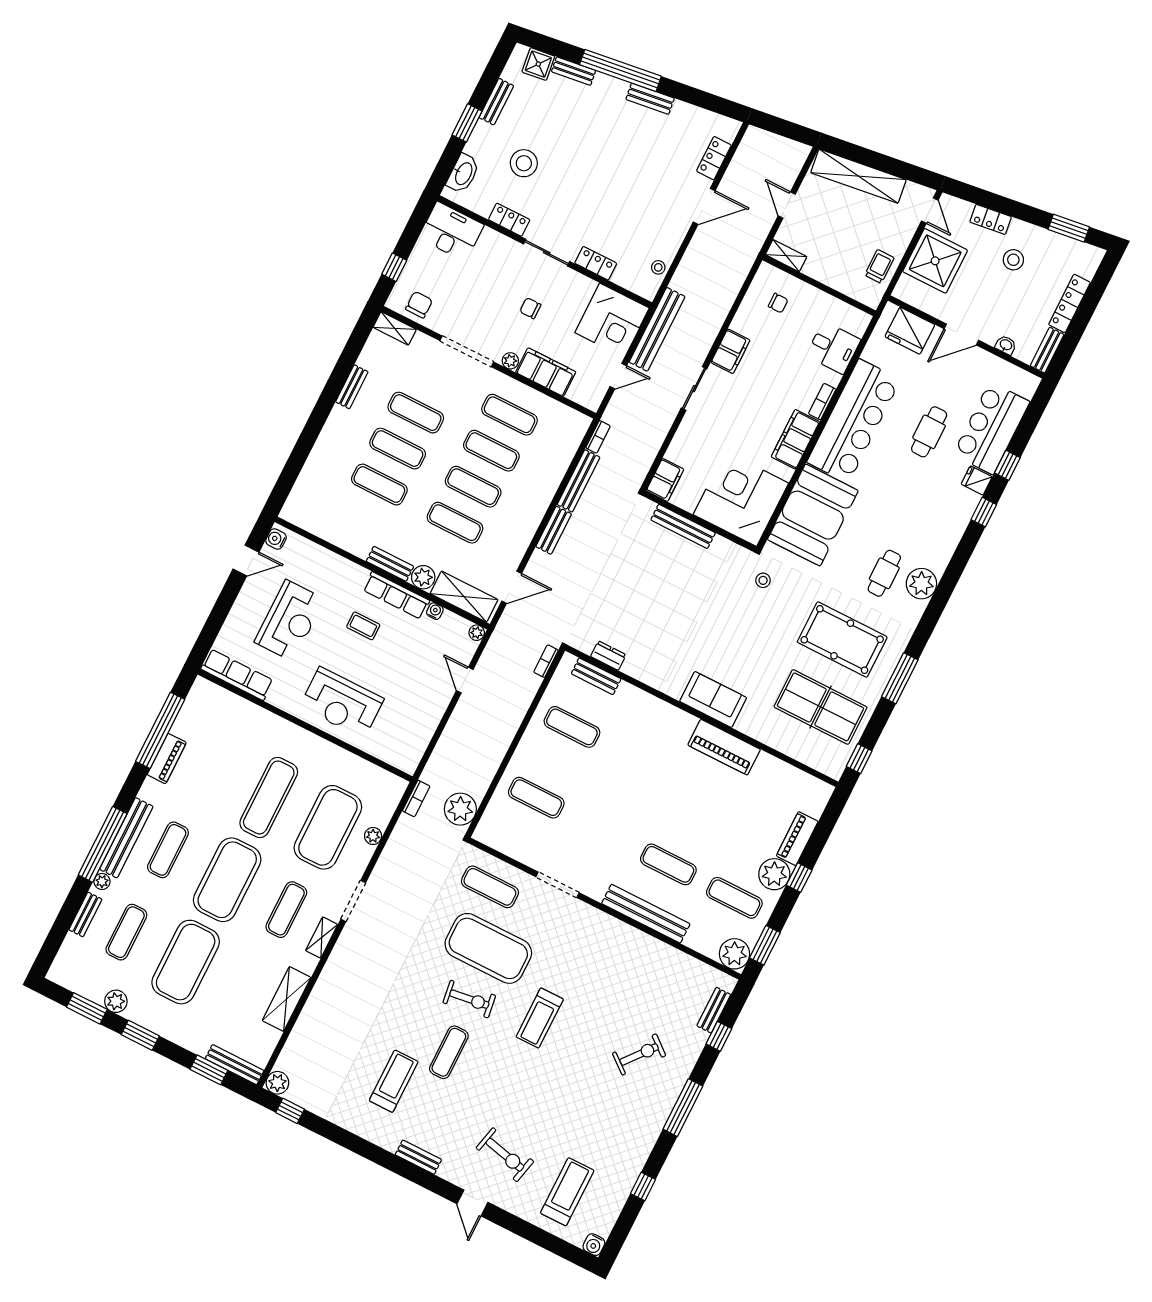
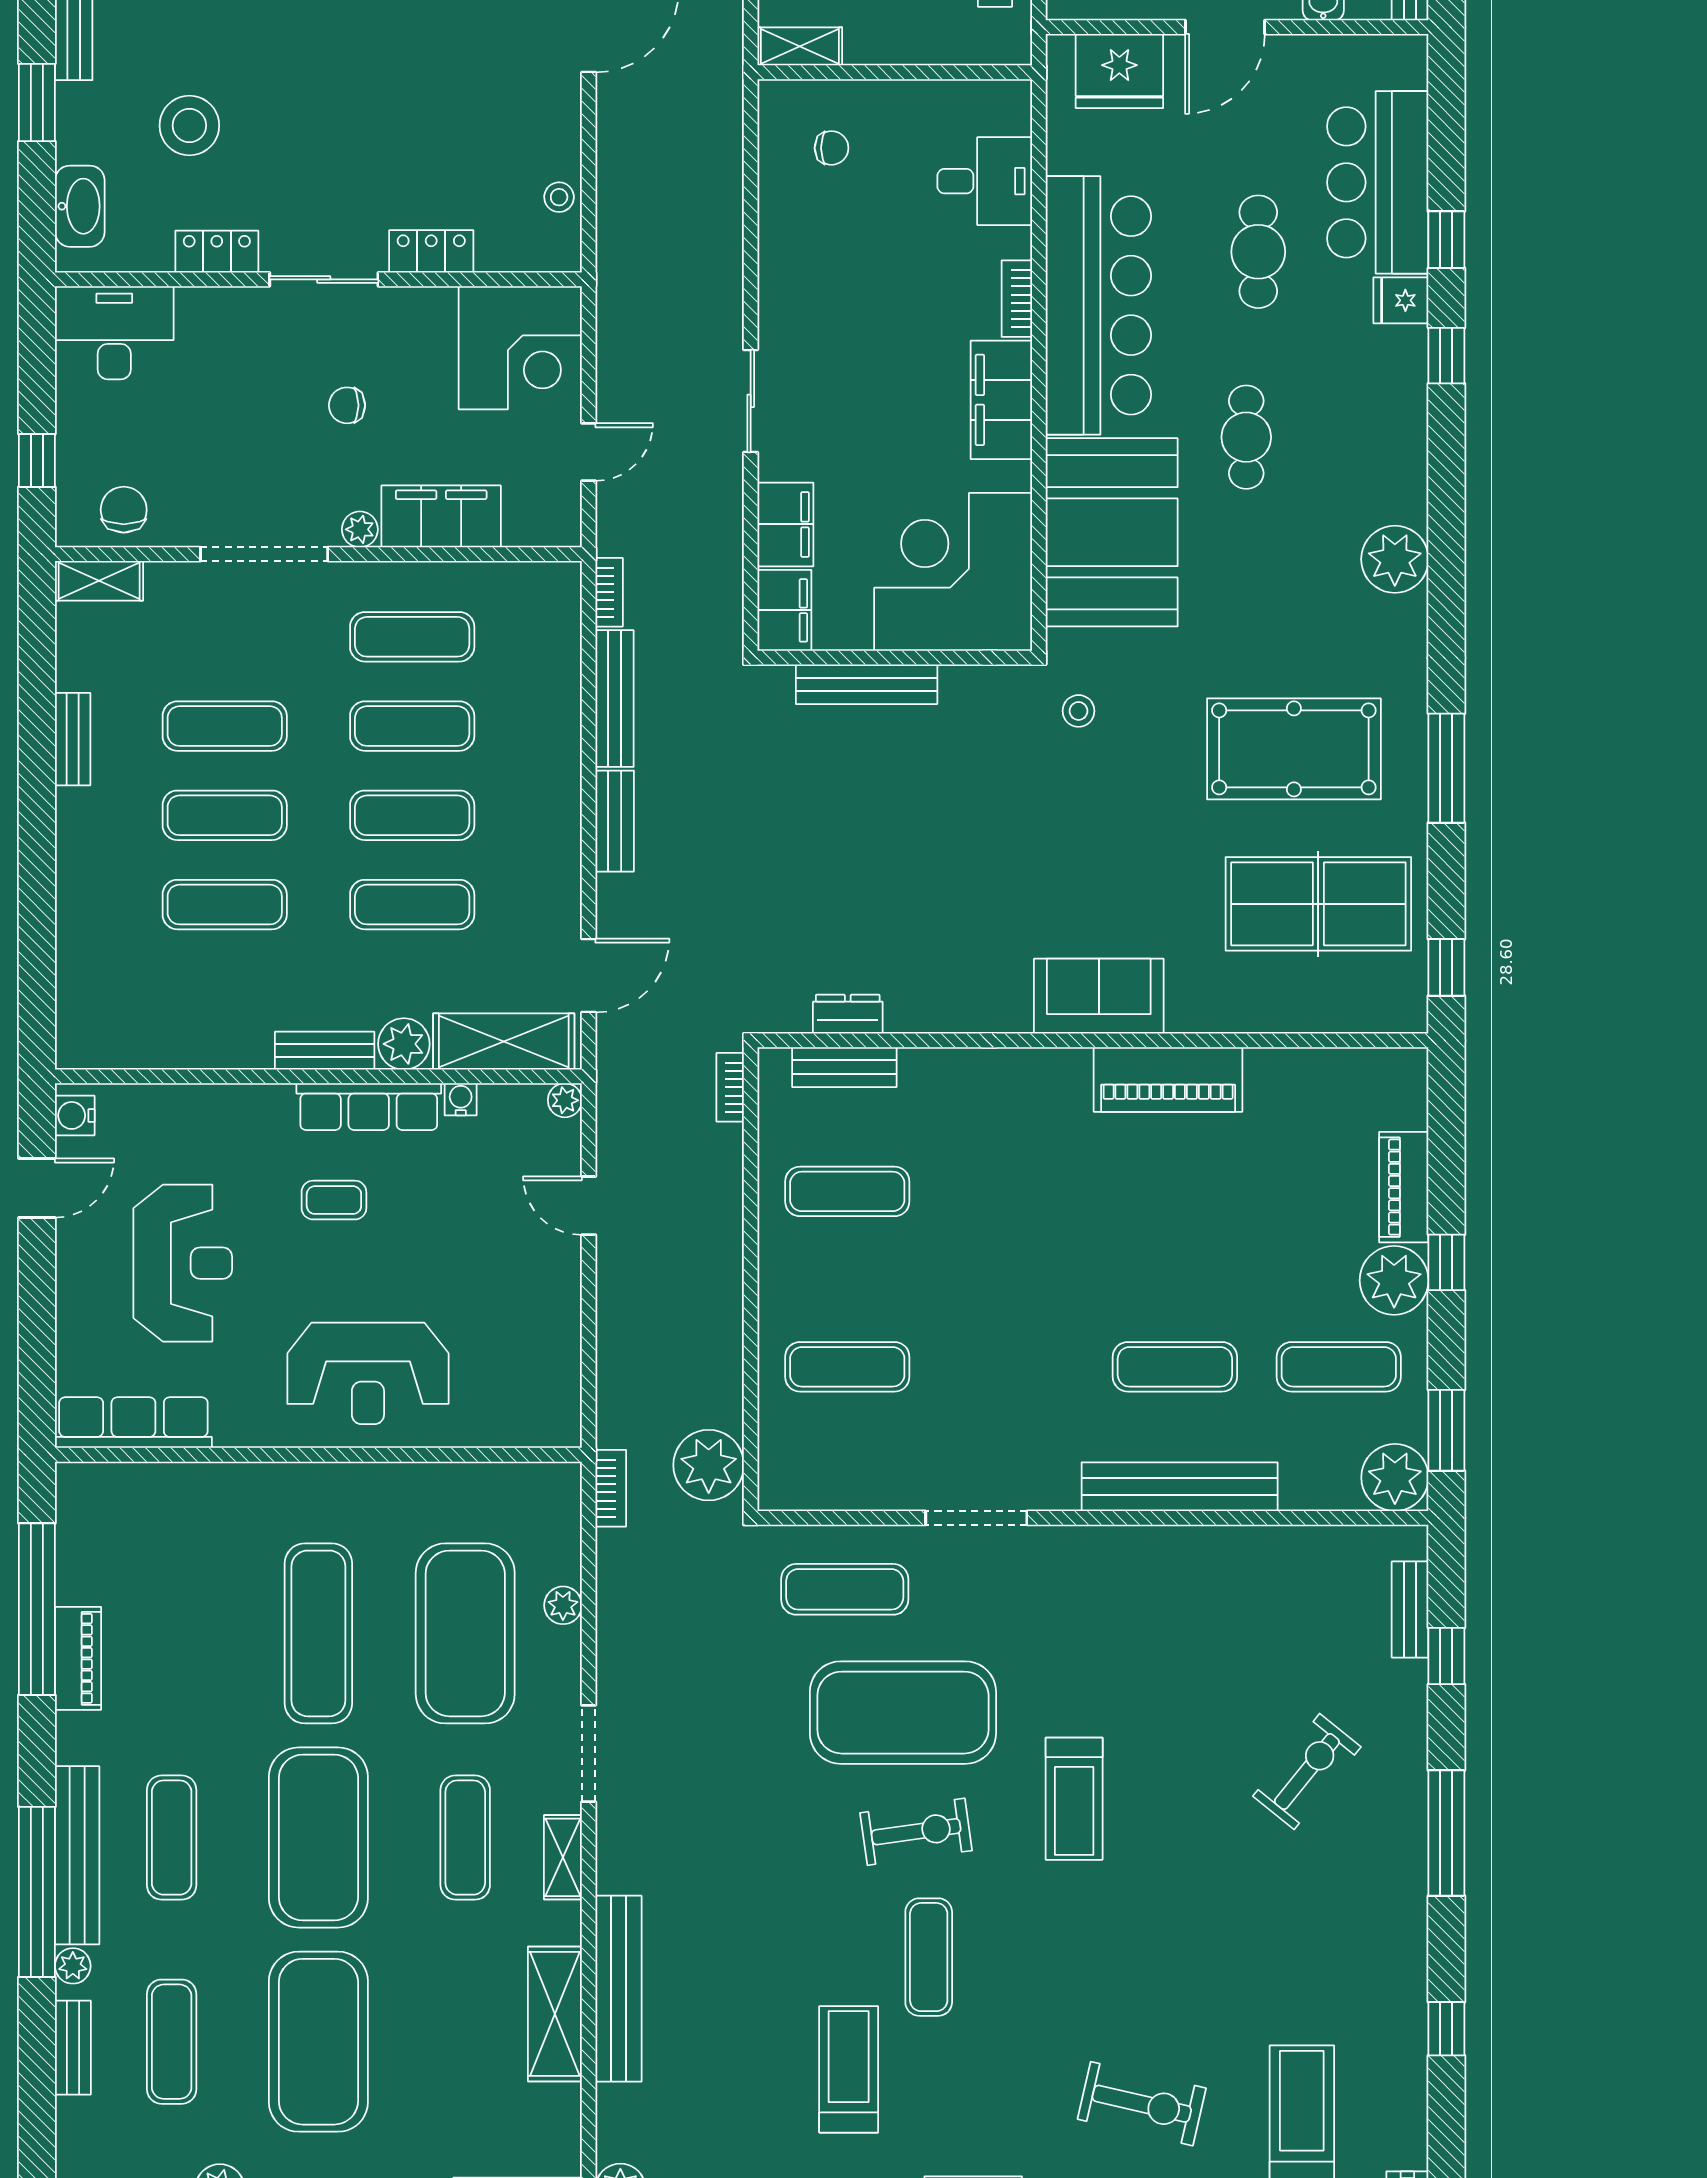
bench: (657, 329) -> (618, 1989), moved
filing cabinet: (730, 351) -> (785, 524), moved
cafe table: (884, 573) -> (1246, 437), moved

